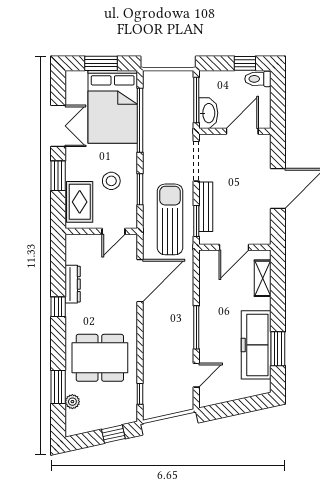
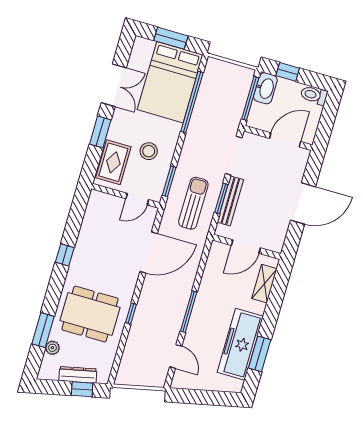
window: (245, 63) -> (288, 72), moved
washbasin: (208, 113) -> (265, 88), moved
window: (140, 189) -> (169, 181), moved
sun lounger: (170, 219) -> (193, 203), width x0.73, depth x0.75
window: (196, 221) -> (221, 198), moved
dresser: (73, 284) -> (78, 375), moved, turned -102
door: (196, 375) -> (176, 356), hinge flipped
window: (140, 394) -> (131, 313), moved

